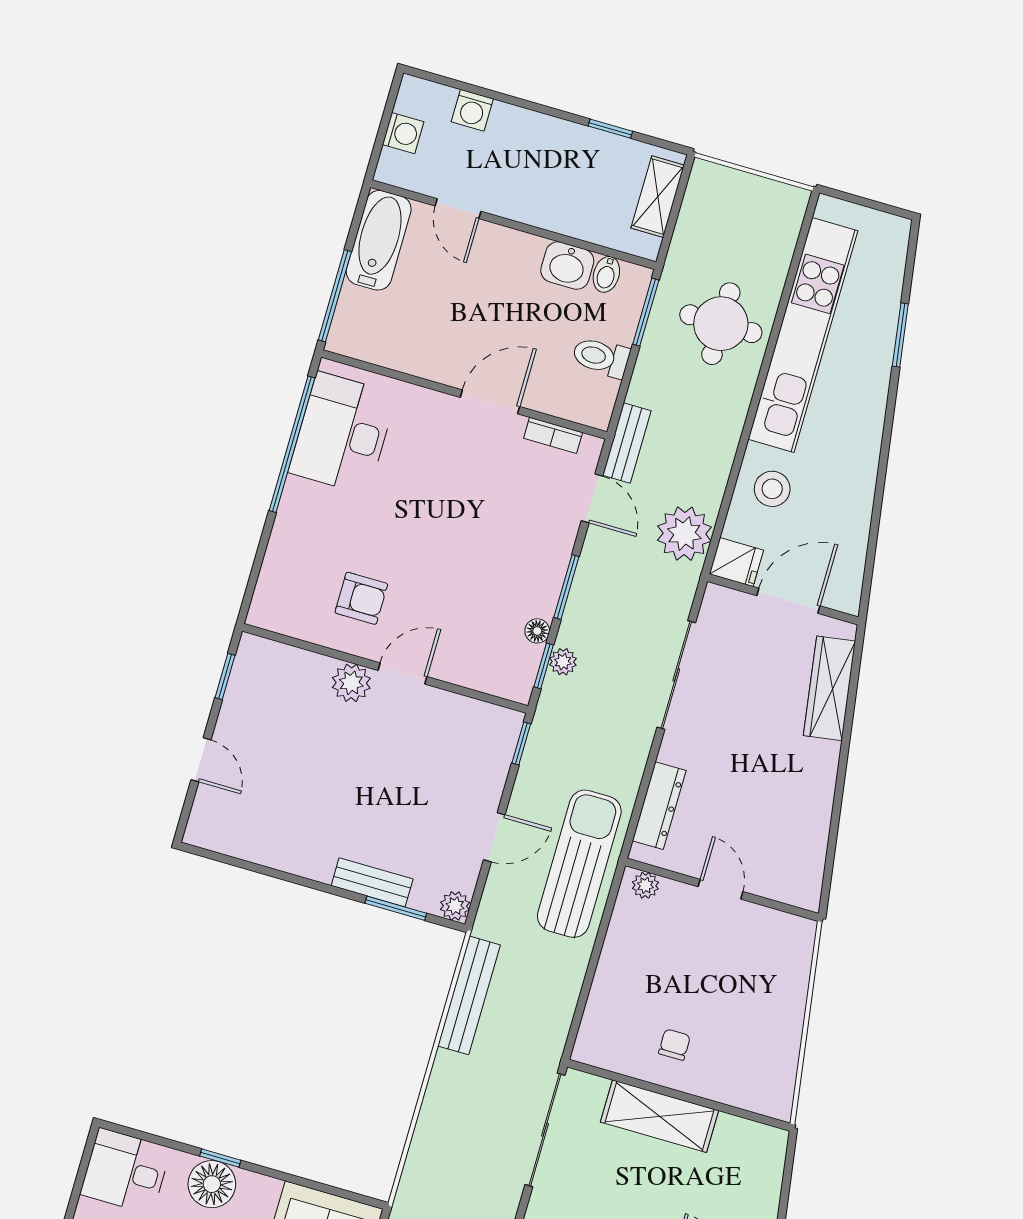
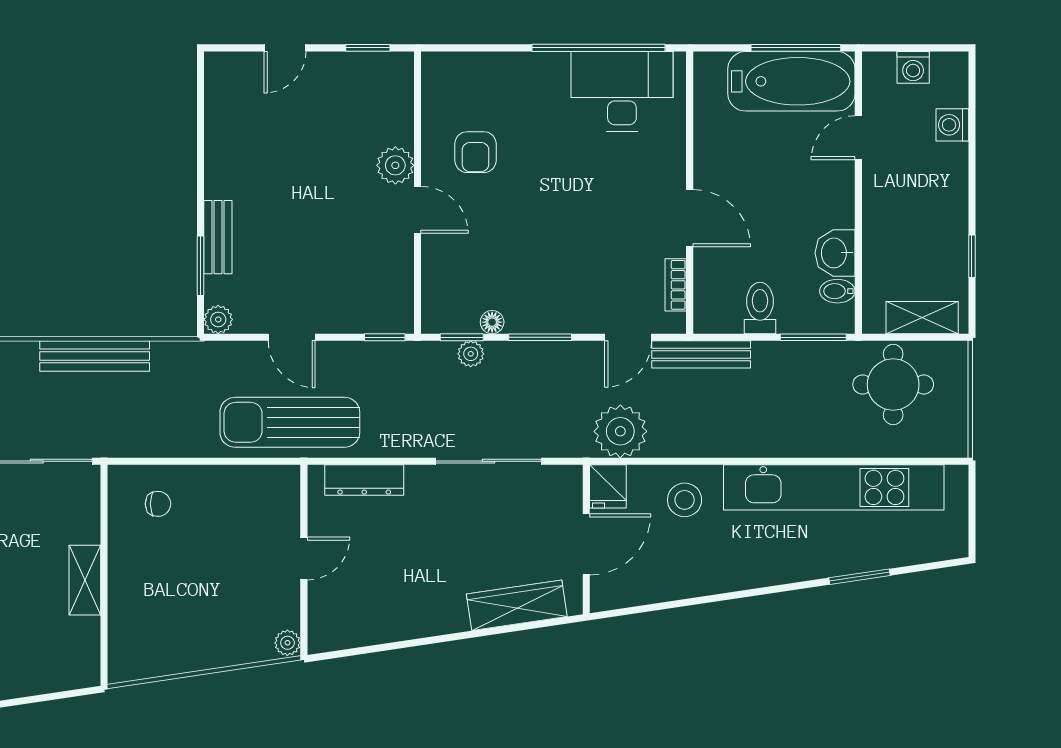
bathtub: (379, 240) -> (791, 81), width x1.36, depth x1.36
window: (335, 296) -> (796, 48), moved
round table: (721, 324) -> (893, 385), moved
bench: (627, 443) -> (701, 354), width x1.36
door: (788, 601) -> (586, 544), hinge flipped
sun lounger: (579, 864) -> (290, 422), turned 180
plant: (645, 885) -> (287, 643), moved
bench: (469, 995) -> (95, 356), moved
chair: (674, 1045) -> (158, 504), moved
shelving: (659, 1116) -> (85, 580), width x0.67, depth x0.75

